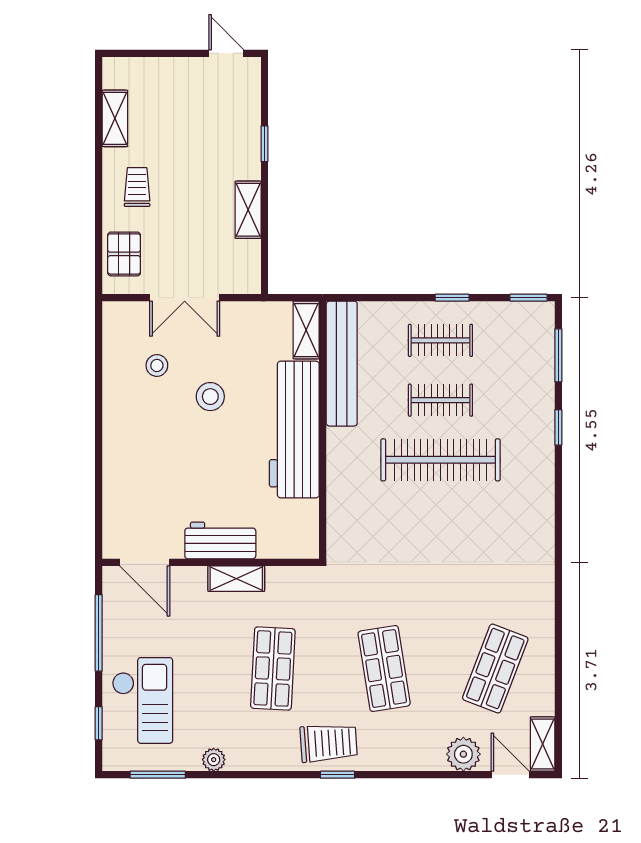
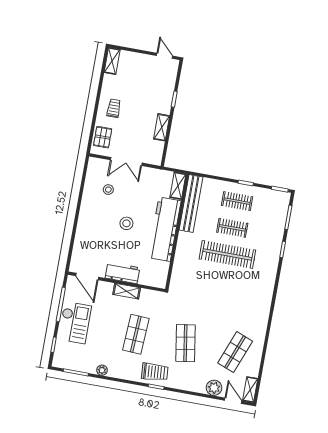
shelving: (115, 118) -> (112, 61), moved
stool: (210, 397) -> (126, 223), moved
checkout: (142, 700) -> (75, 323), moved

